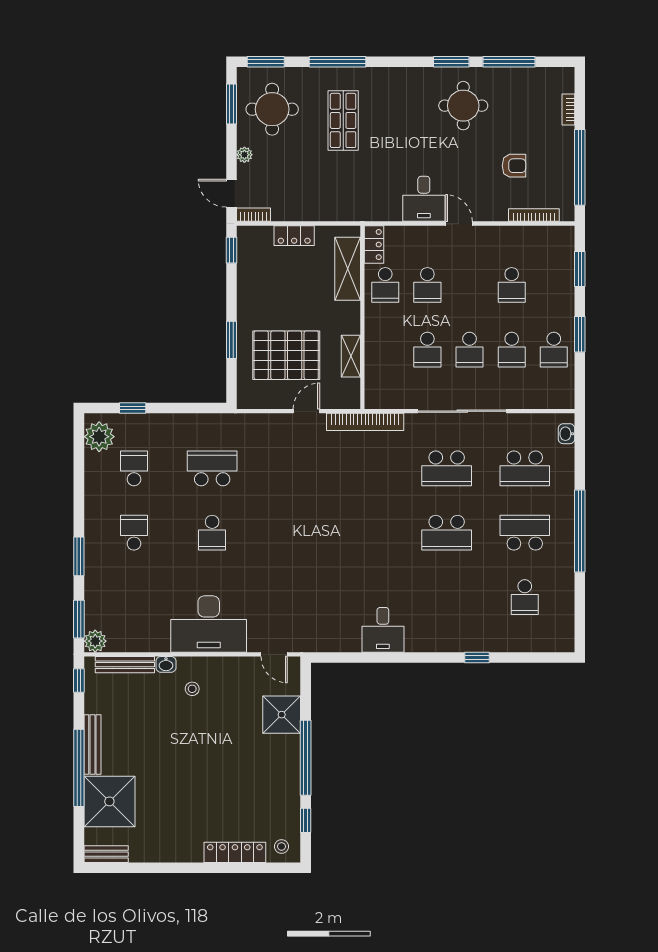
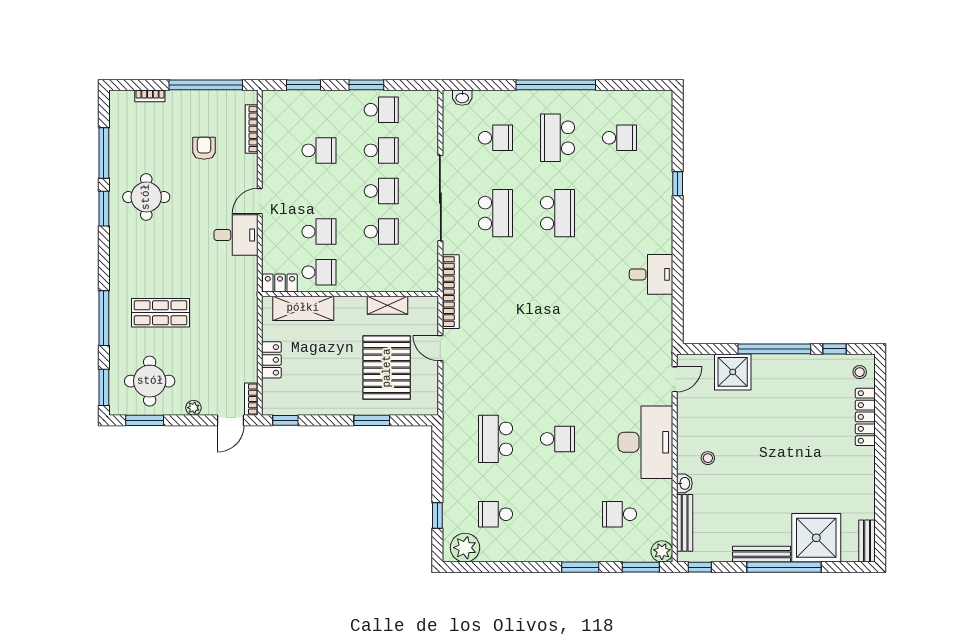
school desk: (525, 468) -> (496, 138), width x0.54
school desk: (134, 533) -> (620, 514), moved

